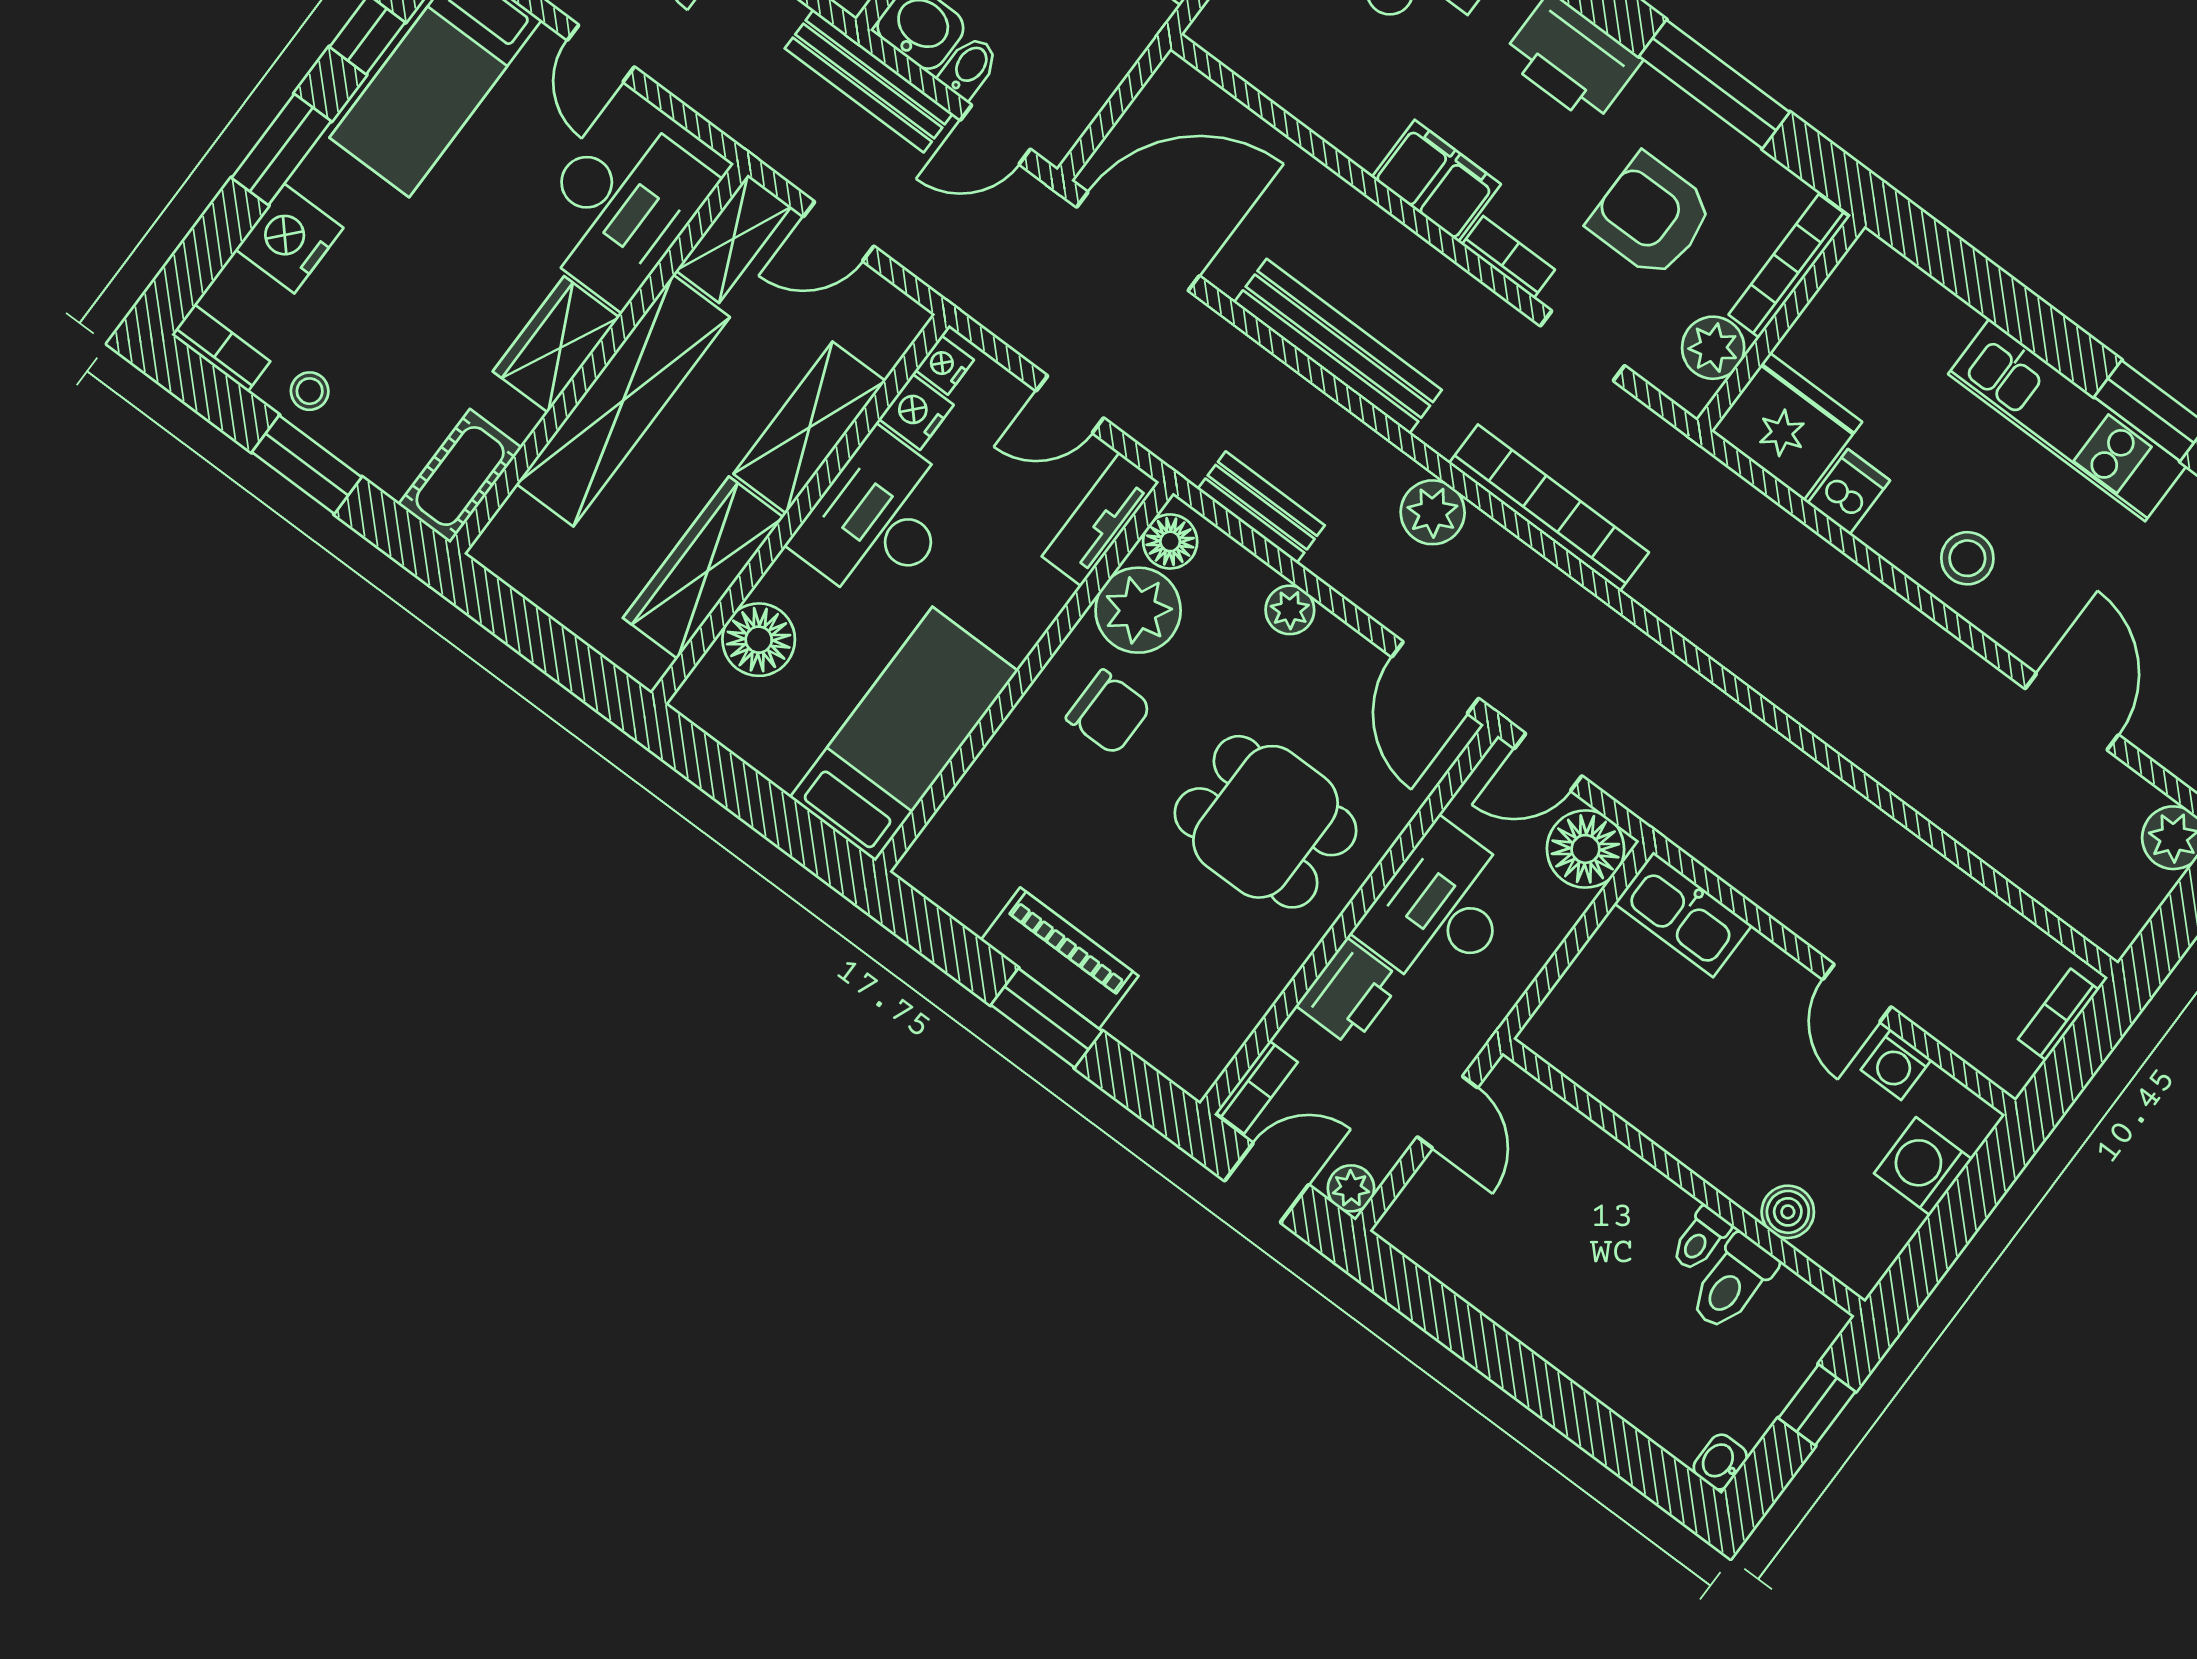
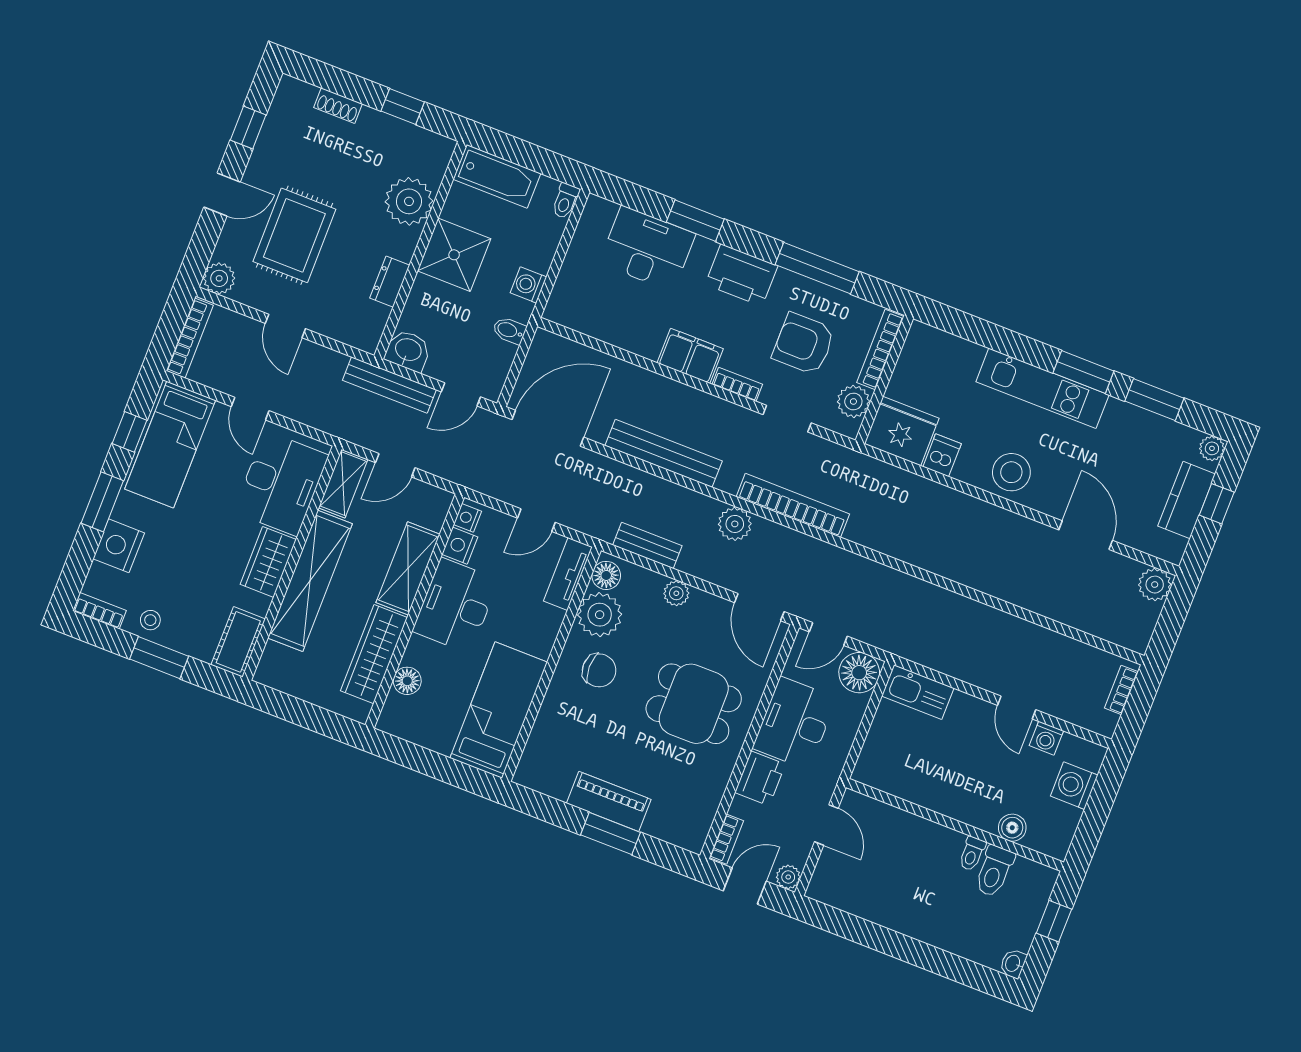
bidet: (969, 68) -> (509, 330), moved, turned -90
stool: (1967, 558) -> (1011, 472), width x1.38, depth x1.38
floor lamp: (759, 640) -> (407, 681), width x0.73, depth x0.73

